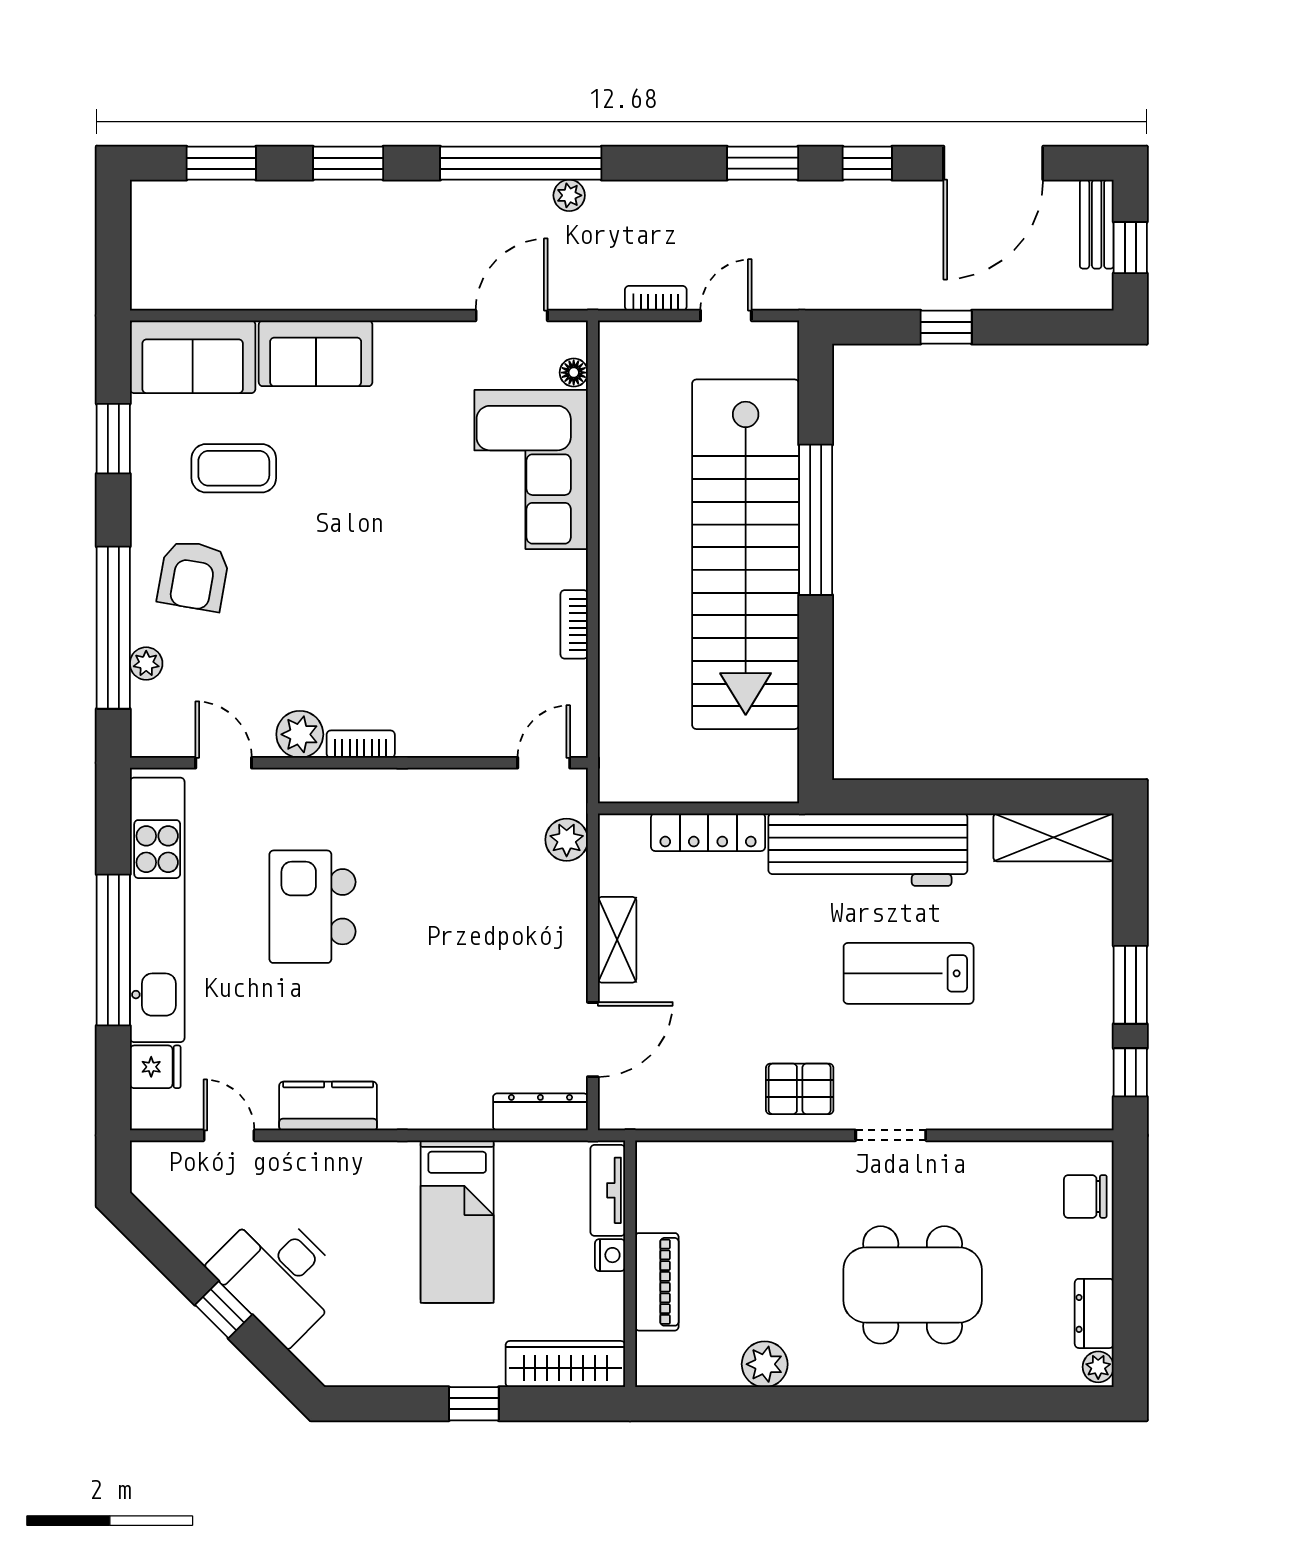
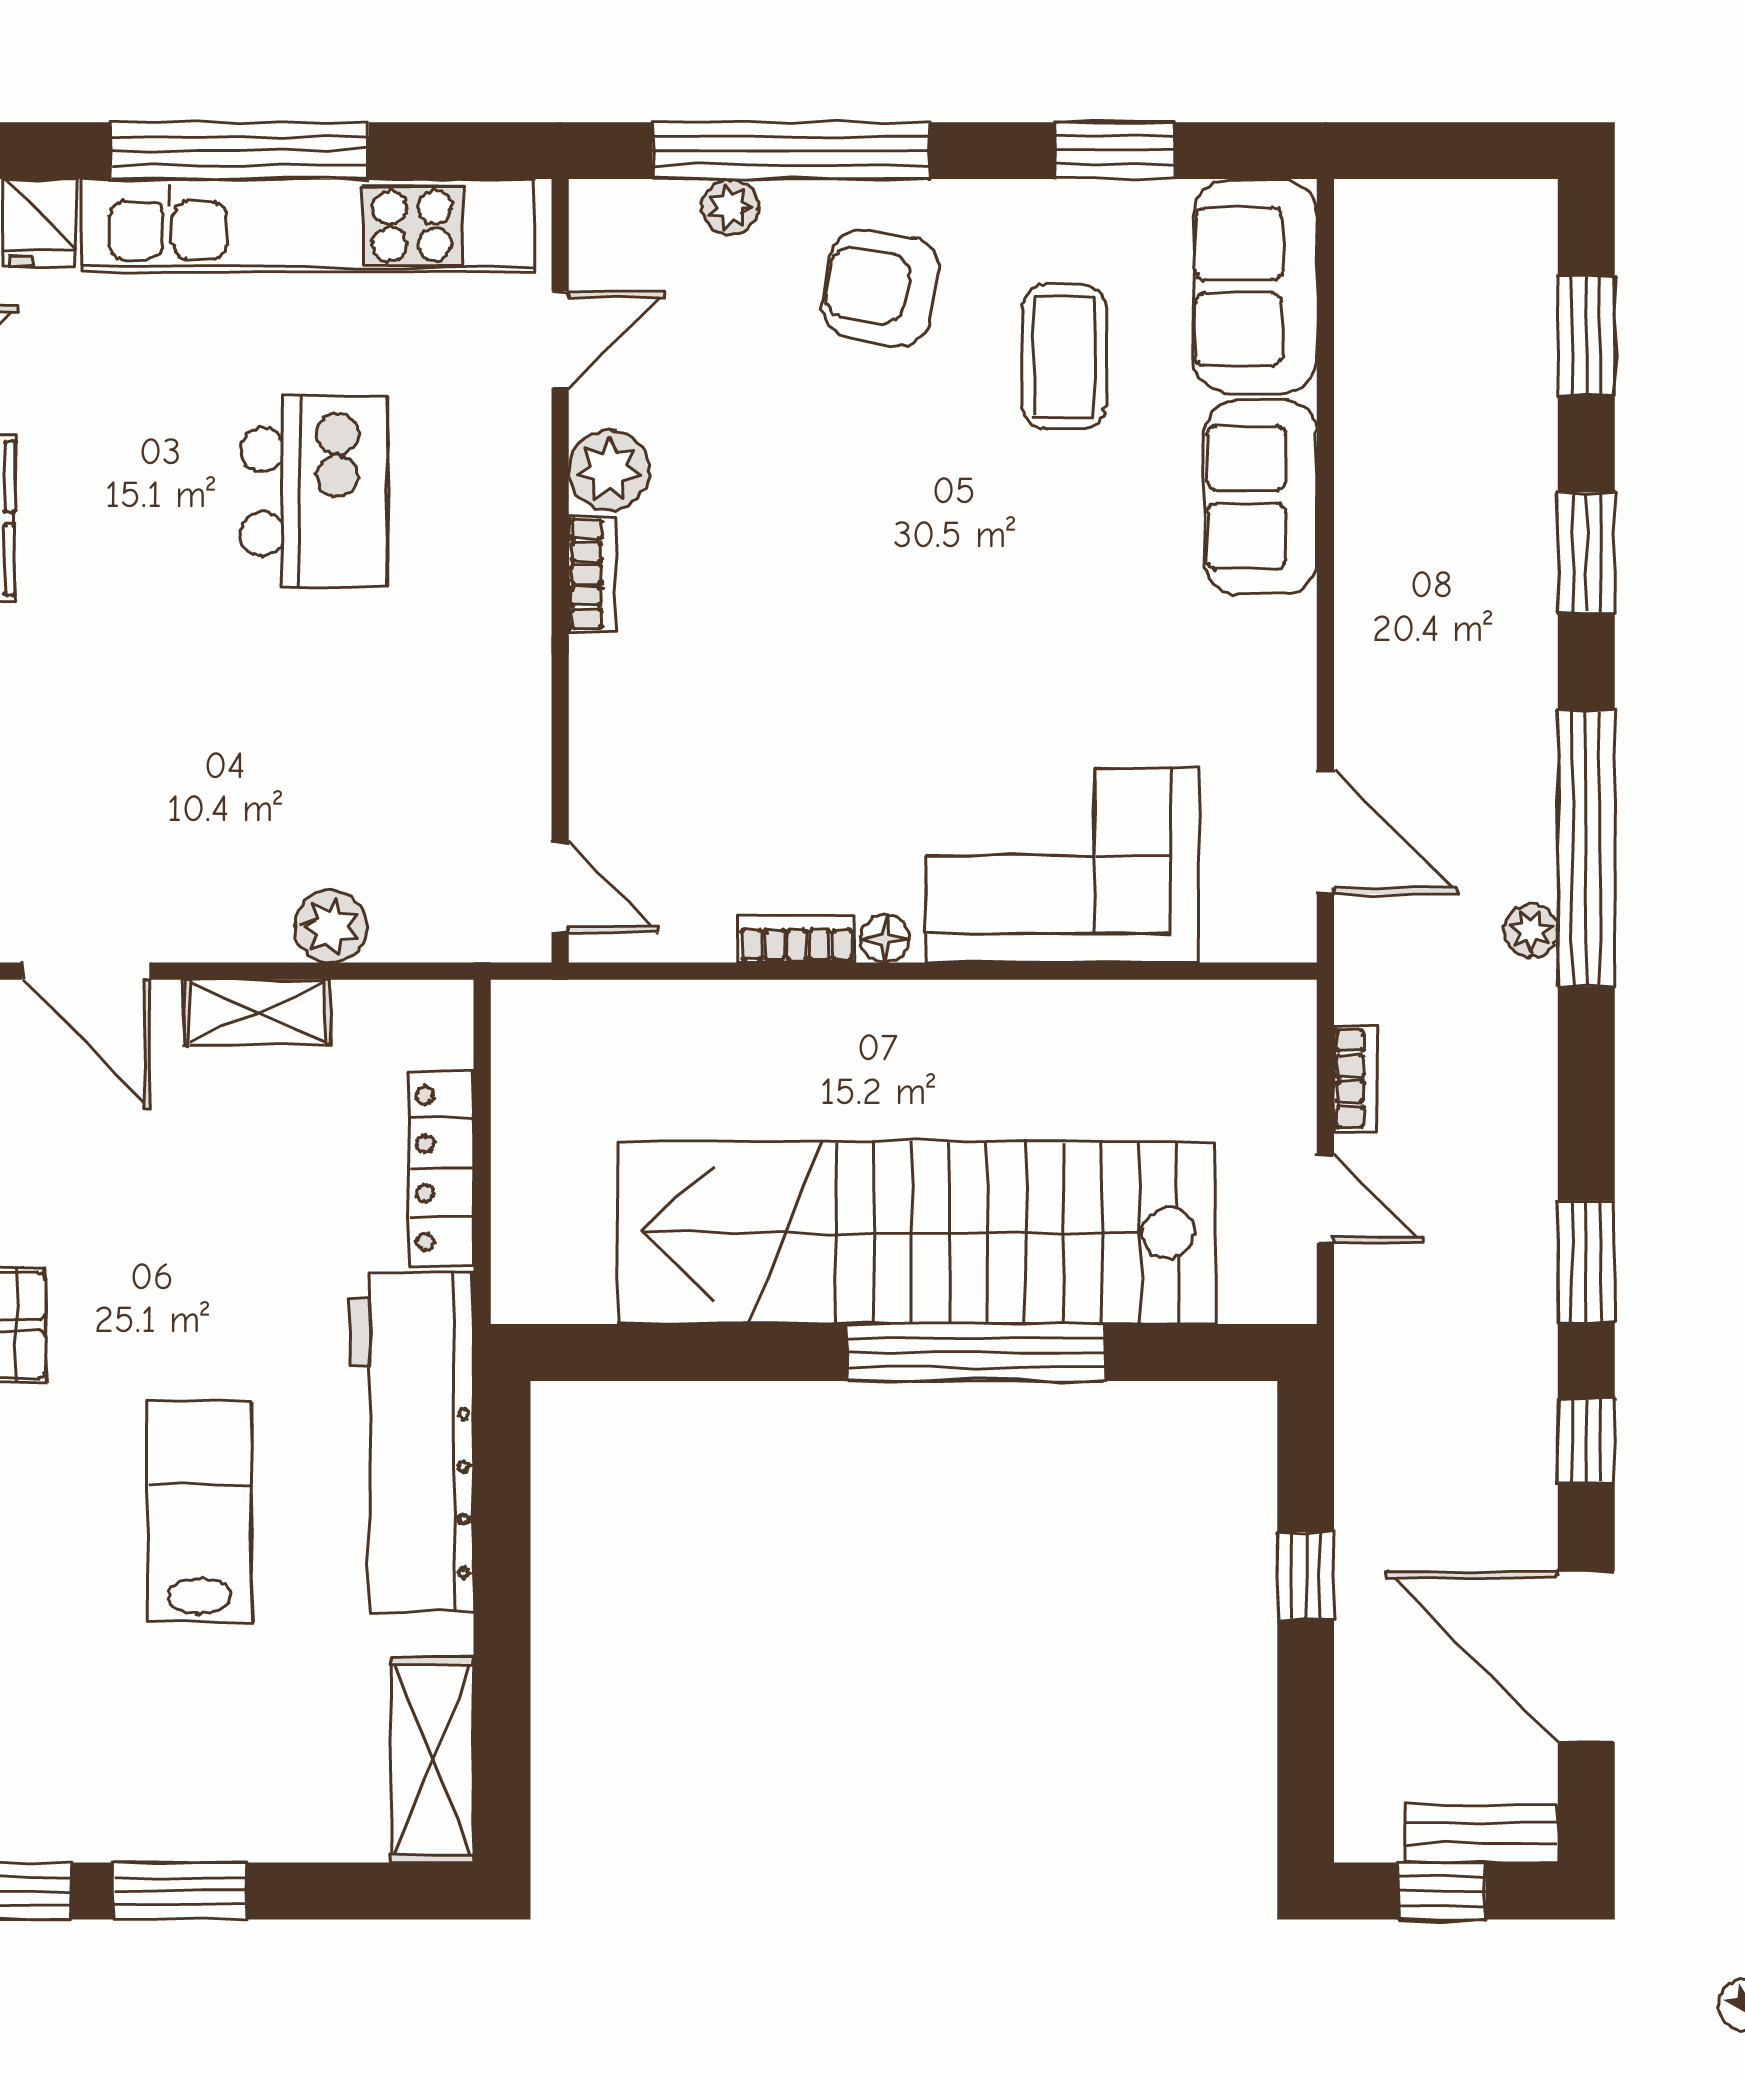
floor lamp: (574, 373) -> (885, 939), moved
plant: (567, 840) -> (331, 926), moved
kitchen island: (312, 907) -> (314, 491), turned 90

